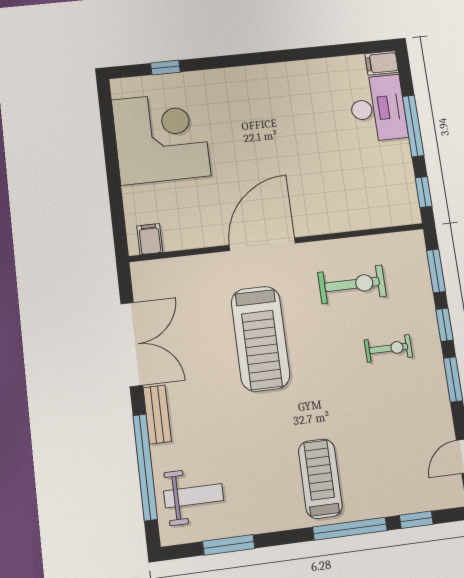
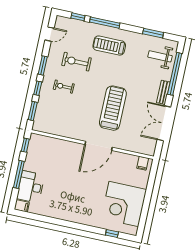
exercise bike: (352, 284) -> (76, 62), moved
treadmill: (320, 479) -> (109, 46), turned 90

